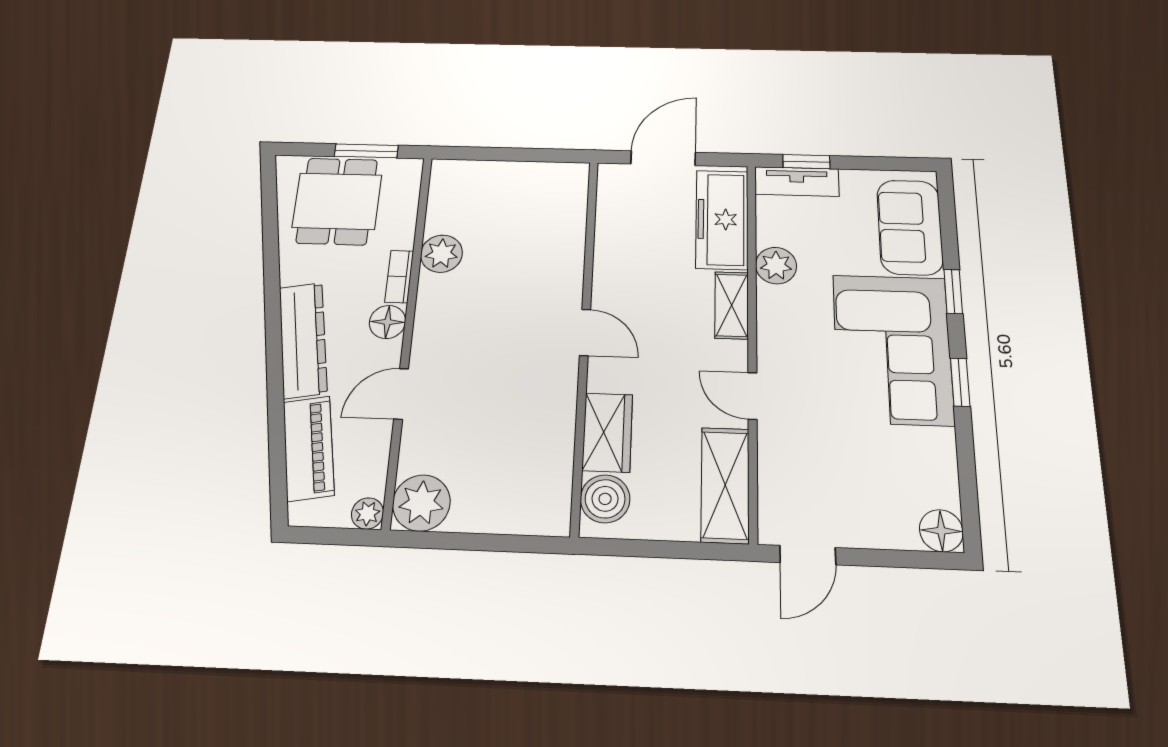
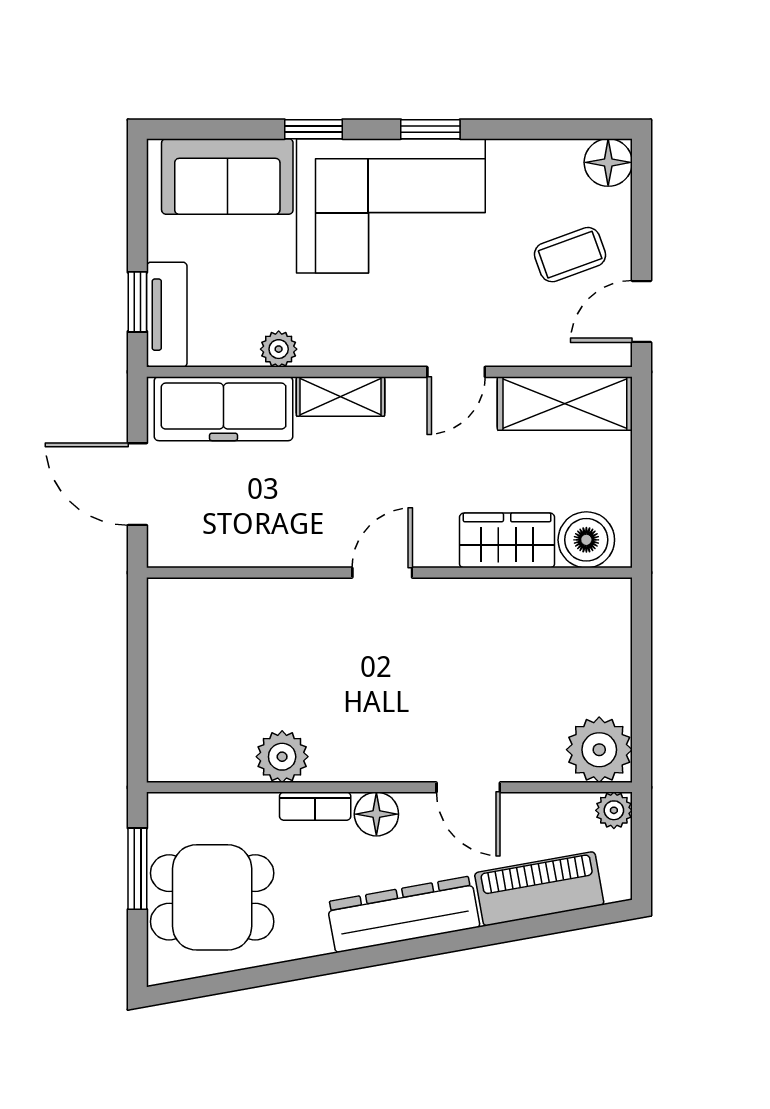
plant: (776, 266) -> (279, 349), width x0.73, depth x0.73
coffee table: (857, 494) -> (570, 255), added
door: (808, 555) -> (642, 311), swing flipped

